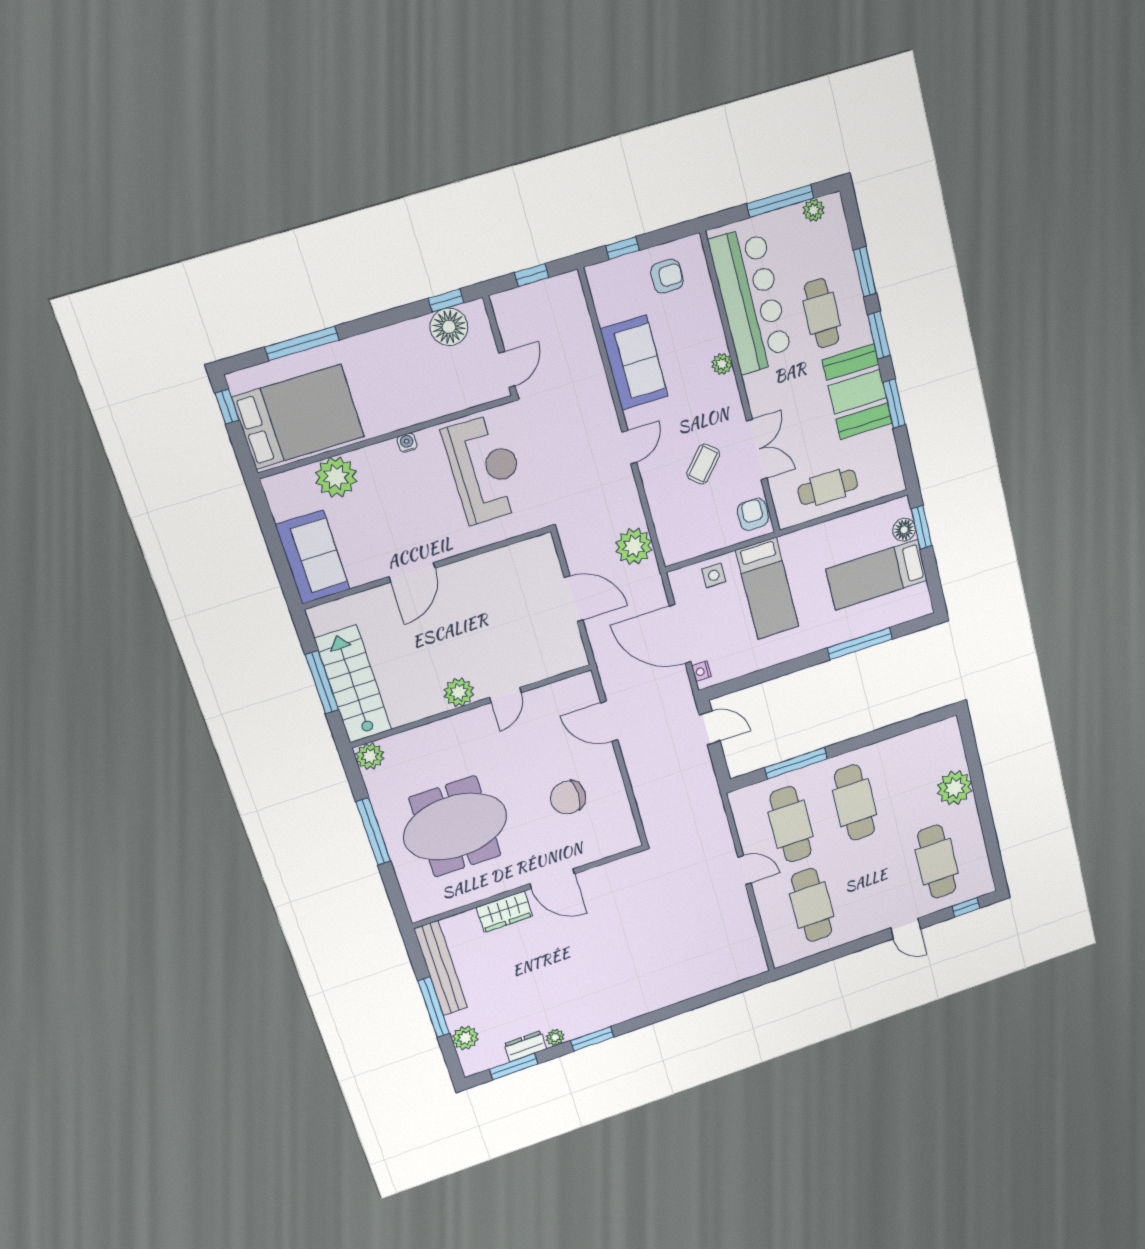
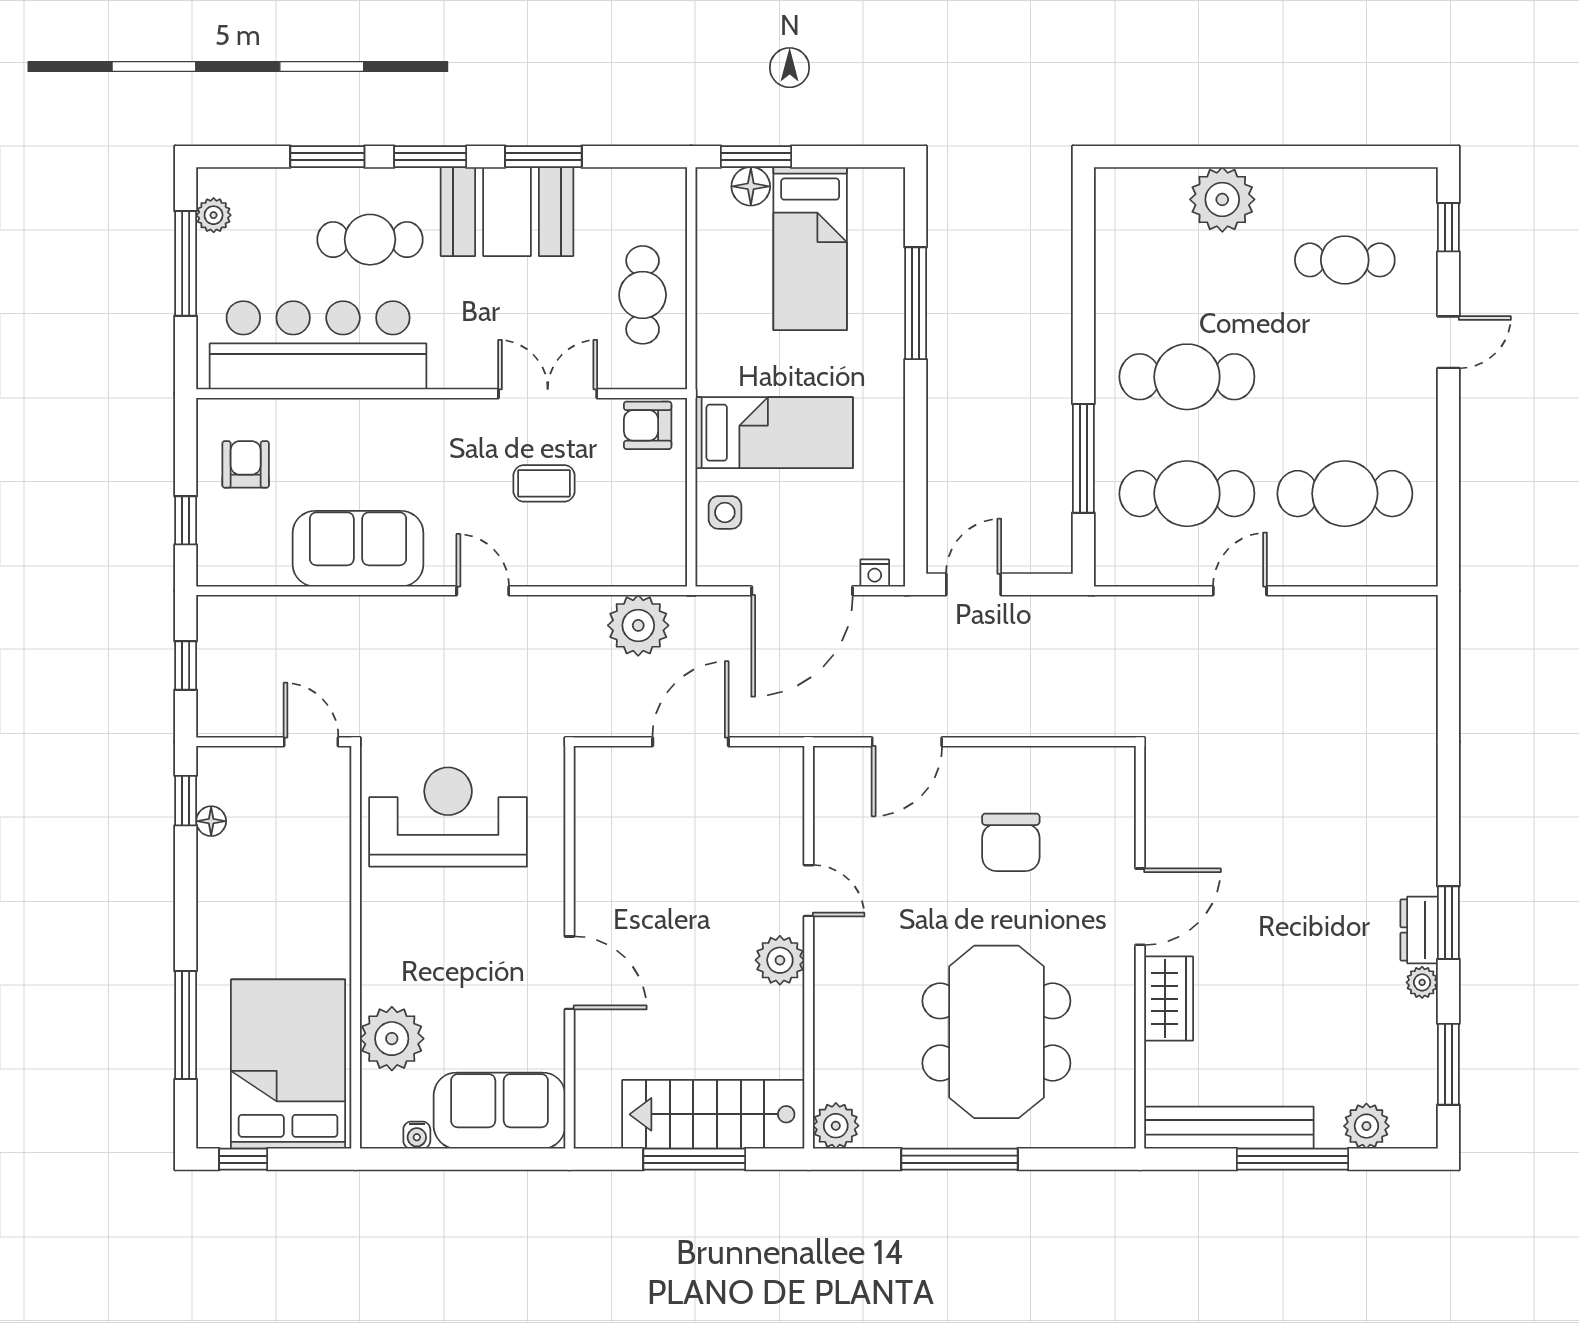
floor lamp: (449, 327) -> (211, 821), width x0.53, depth x0.53
plant: (722, 364) -> (400, 415), removed
water cooler: (407, 443) -> (417, 1135), moved, turned -90
coffee table: (703, 464) -> (544, 483), turned -42
cafe table: (937, 862) -> (1345, 260), width x0.73, depth x0.74
dresser: (525, 1046) -> (1419, 930), moved

